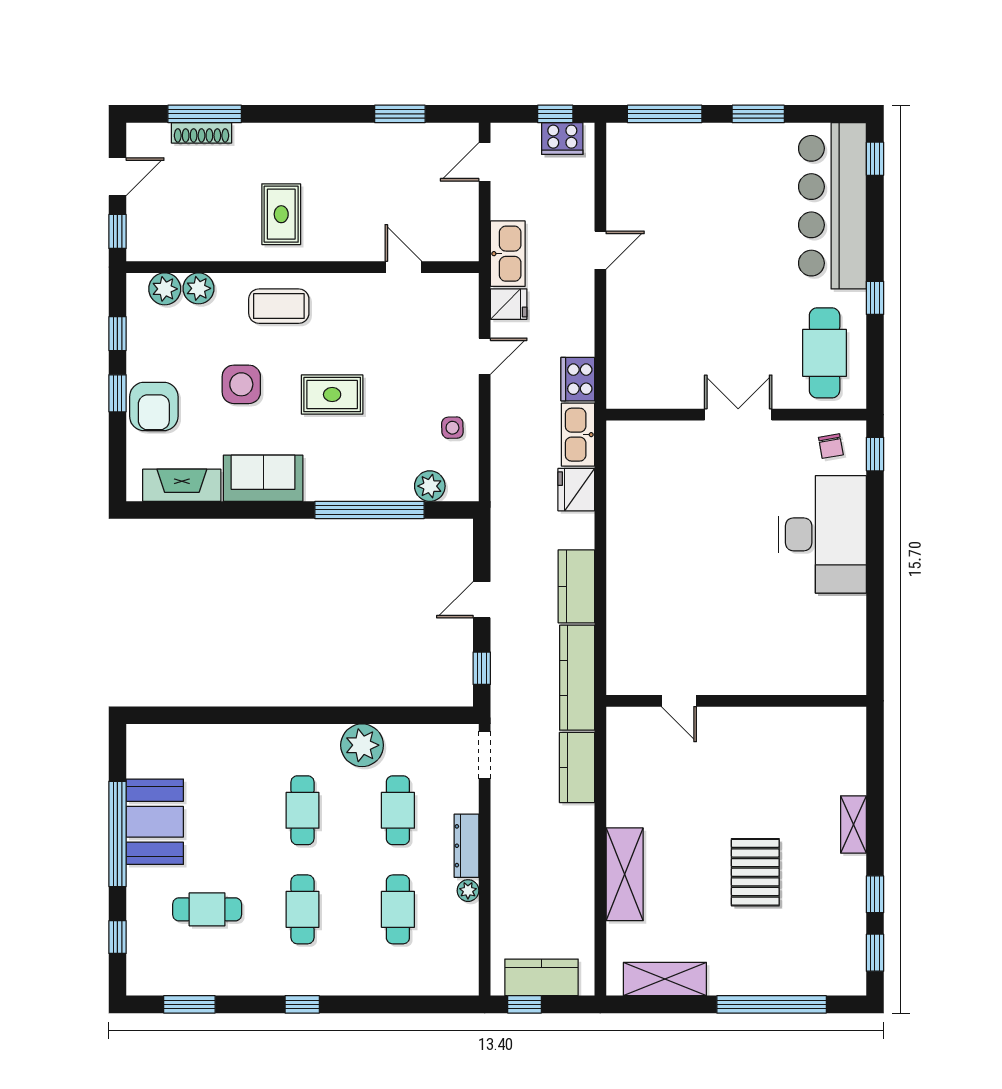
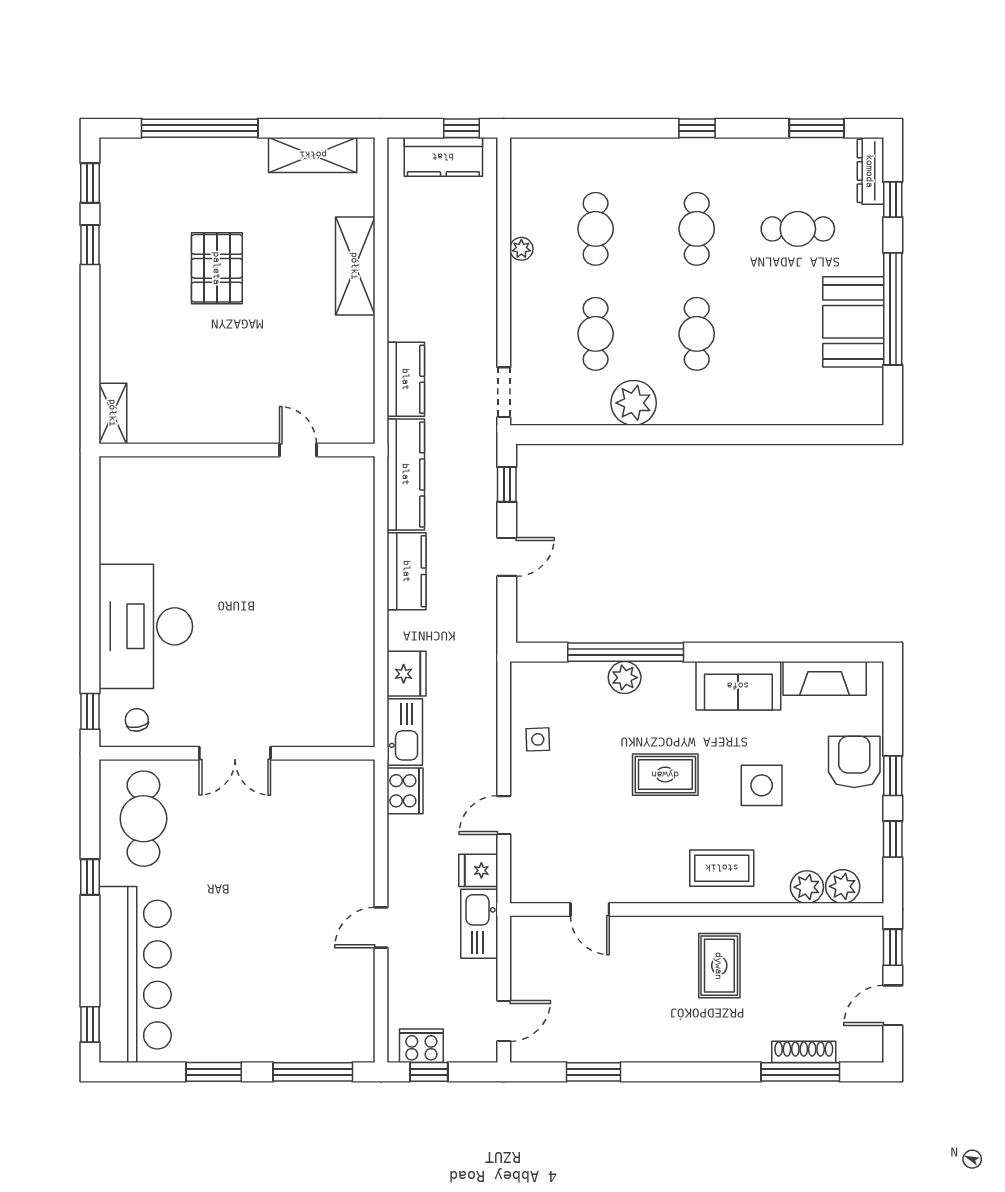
plant: (430, 486) -> (625, 678), moved
shelving: (853, 824) -> (113, 413), moved
dresser: (466, 846) -> (870, 171), moved, turned 180

